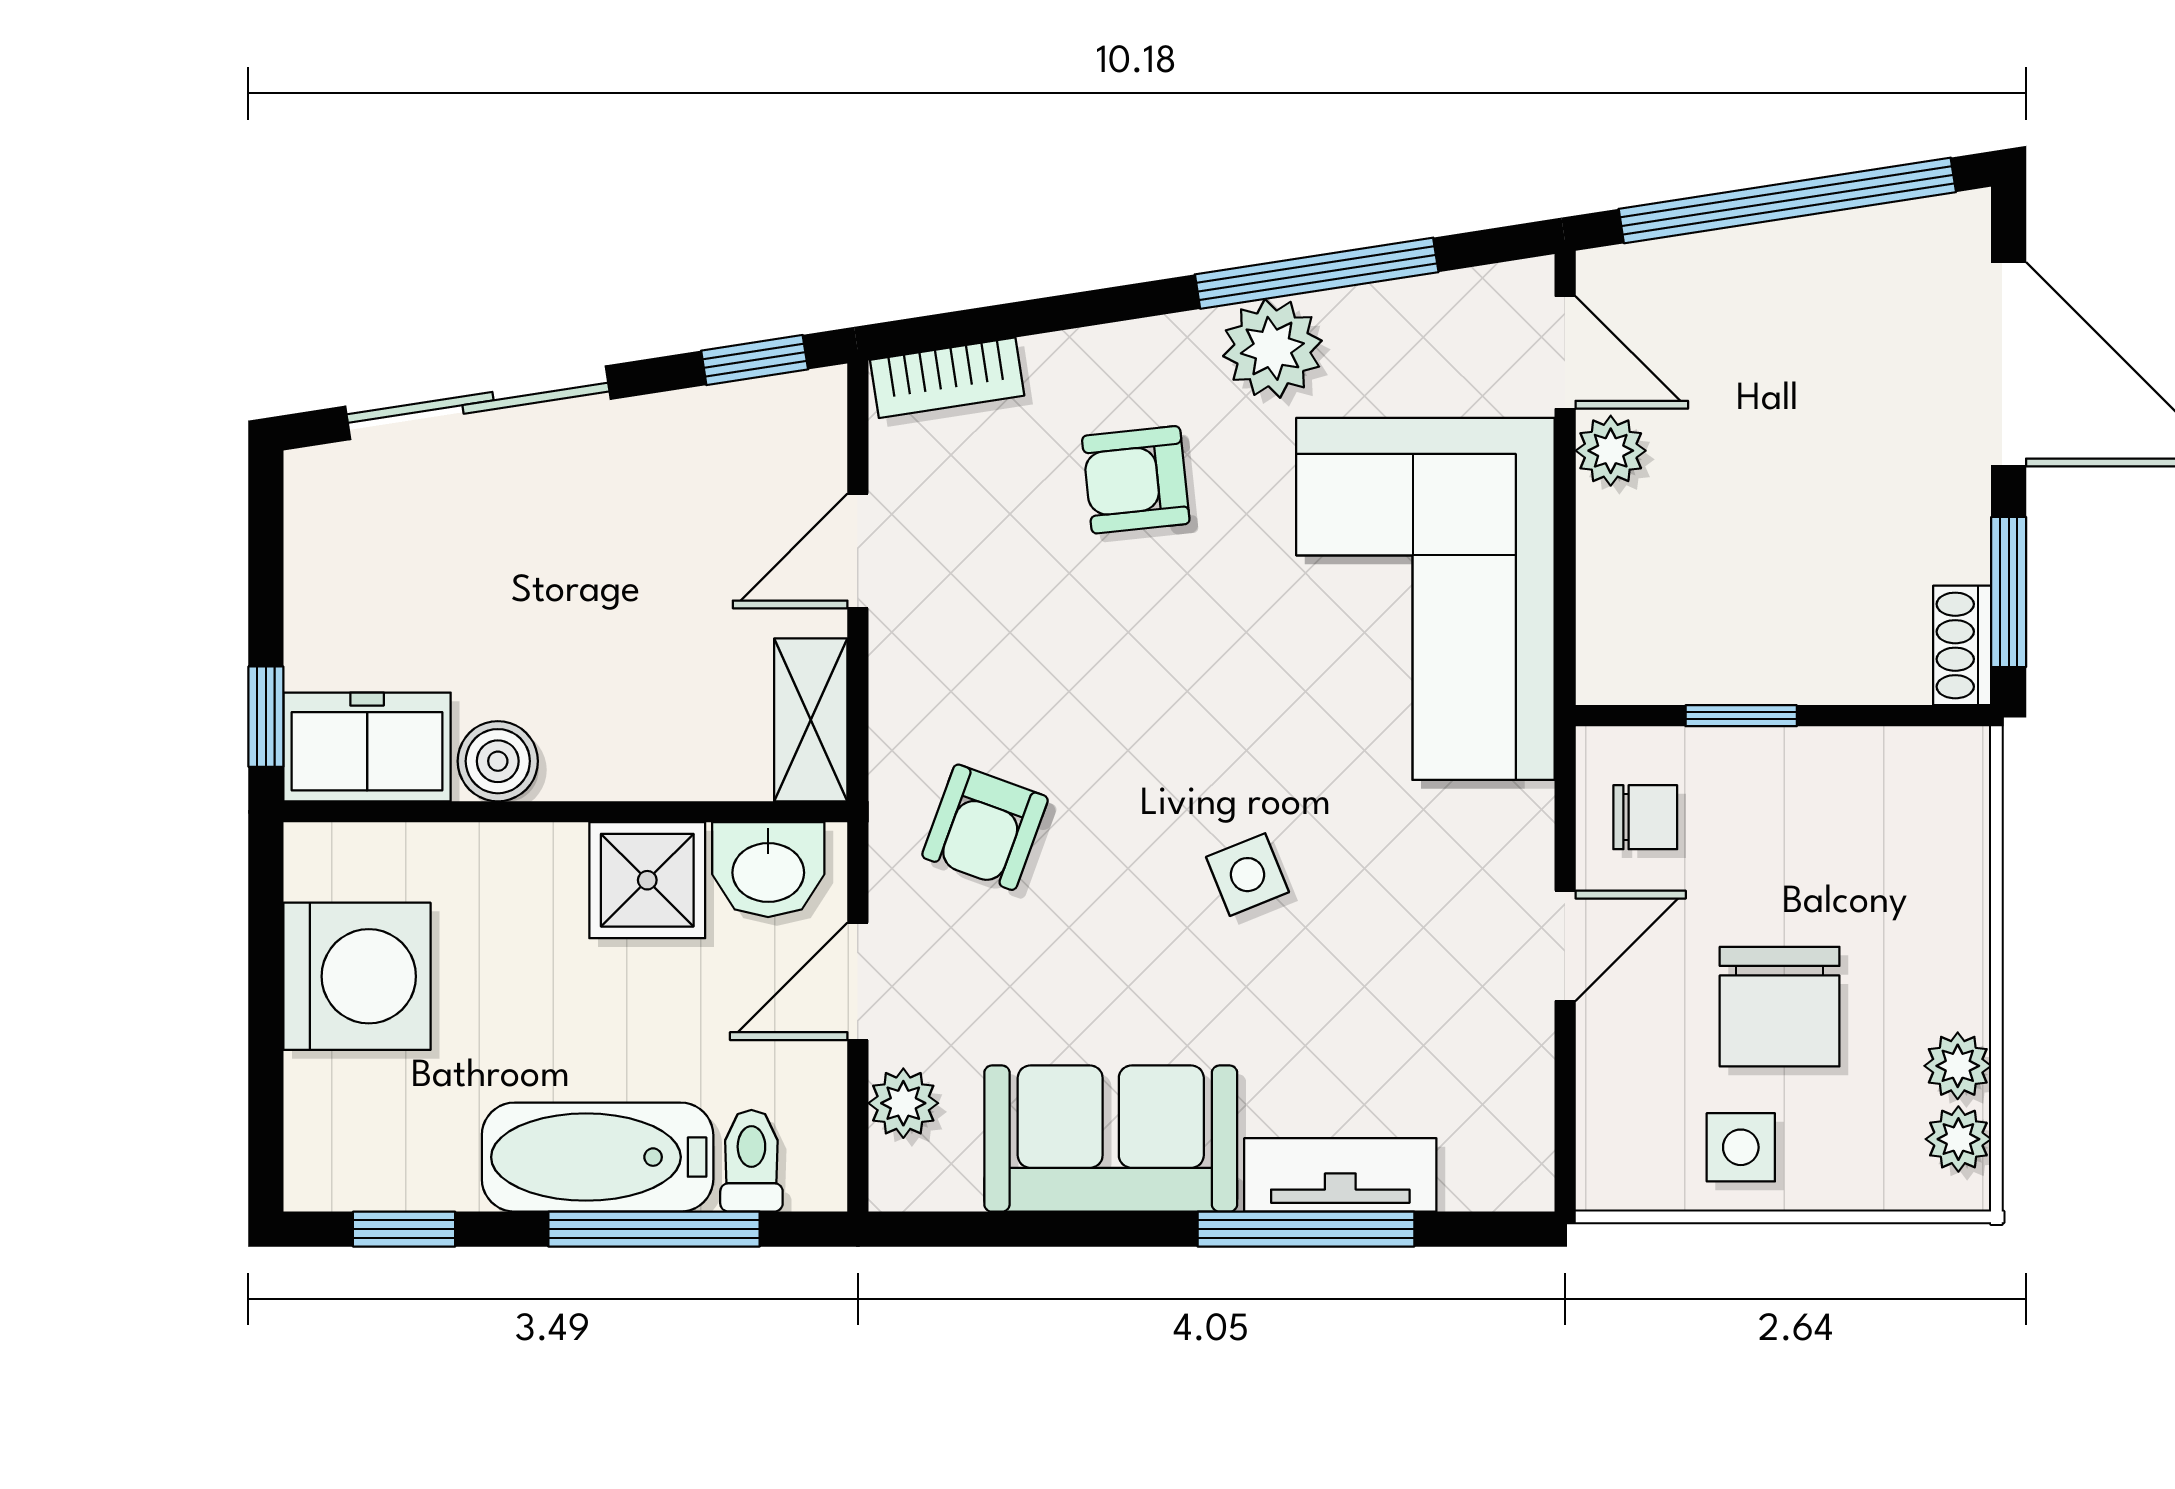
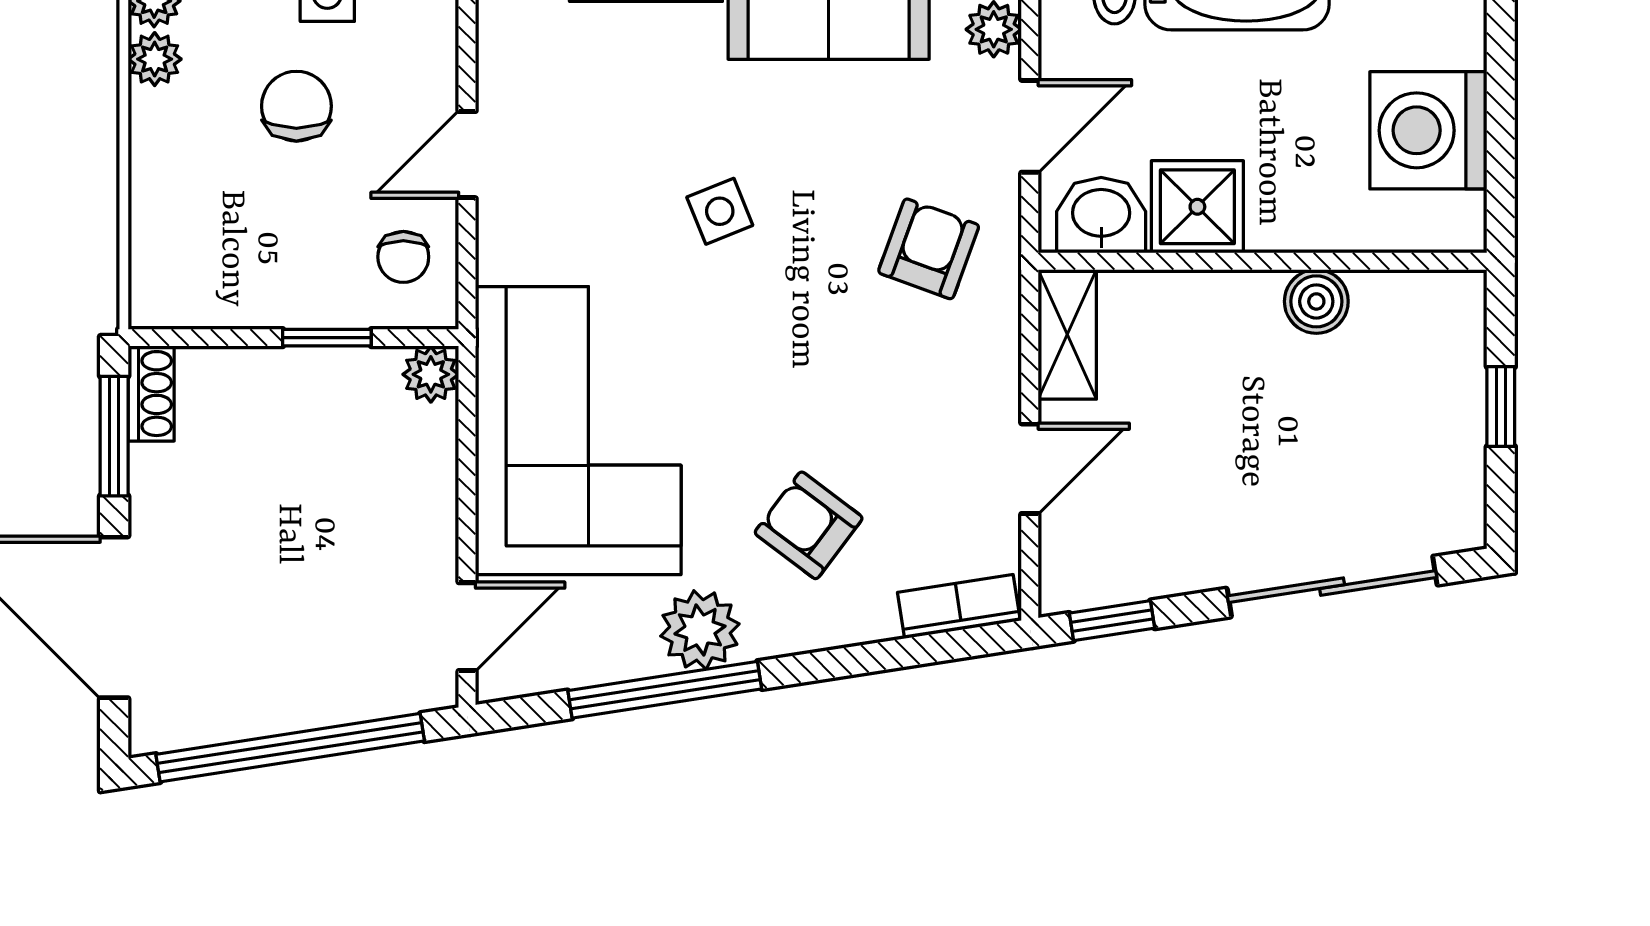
door: (1565, 353) -> (467, 627), swing flipped
plant: (1611, 451) -> (431, 374), moved
armchair: (1136, 480) -> (809, 525), turned -137
window: (266, 717) -> (1501, 407), moved
freezer: (367, 747) -> (1420, 313), removed
chair: (1645, 817) -> (403, 257), turned -90
chair: (1780, 1007) -> (296, 106), width x0.73, depth x0.73

